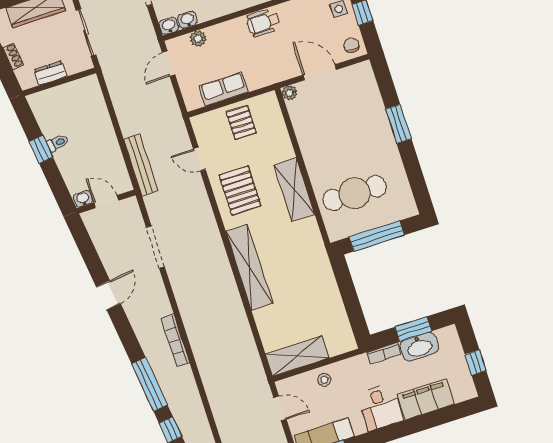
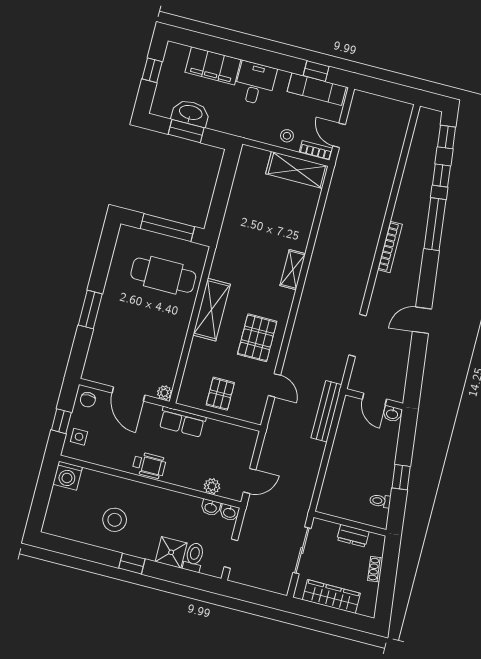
row of seats: (224, 89) -> (182, 422), moved
toilet: (58, 143) -> (380, 501), moved
shelving: (249, 267) -> (293, 270), width x0.45, depth x0.75
bookcase: (384, 353) -> (316, 150), moved

